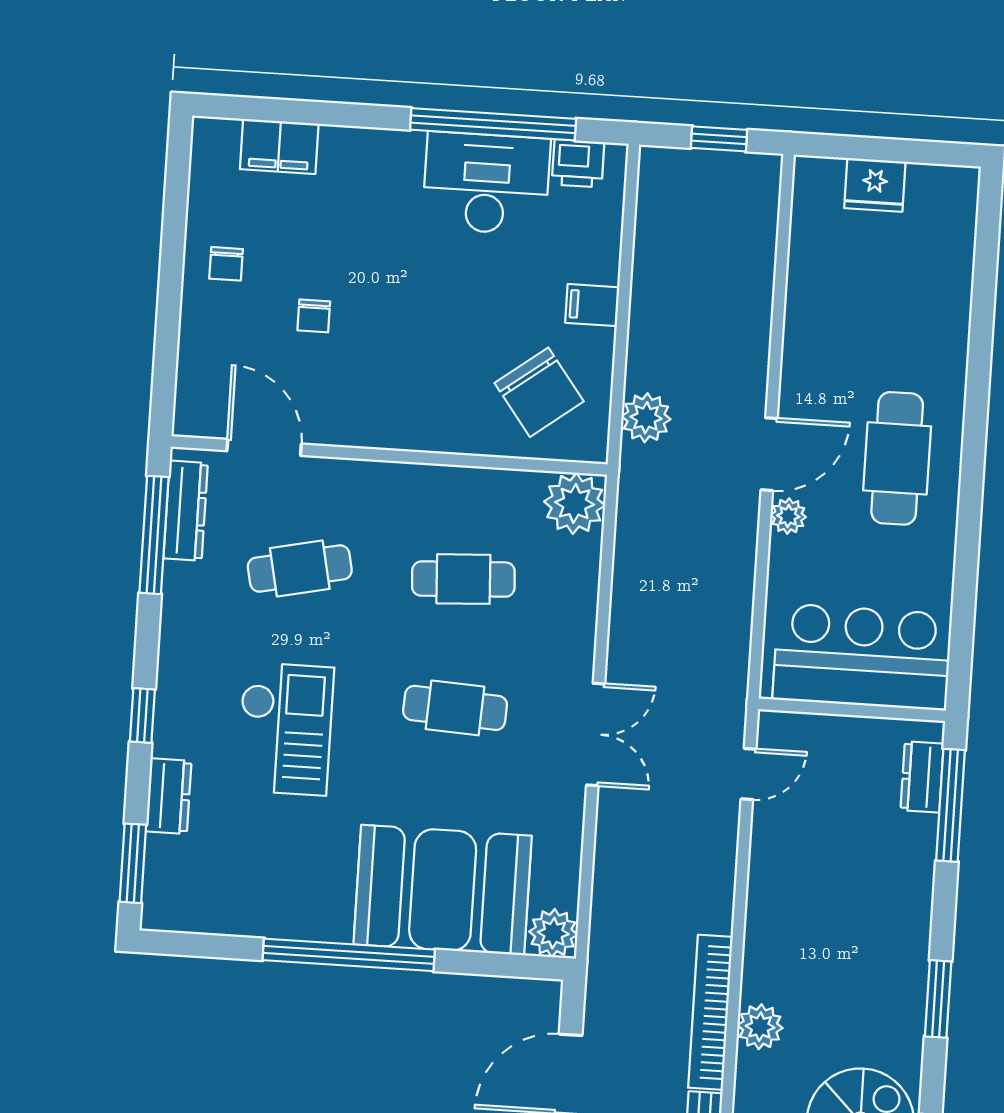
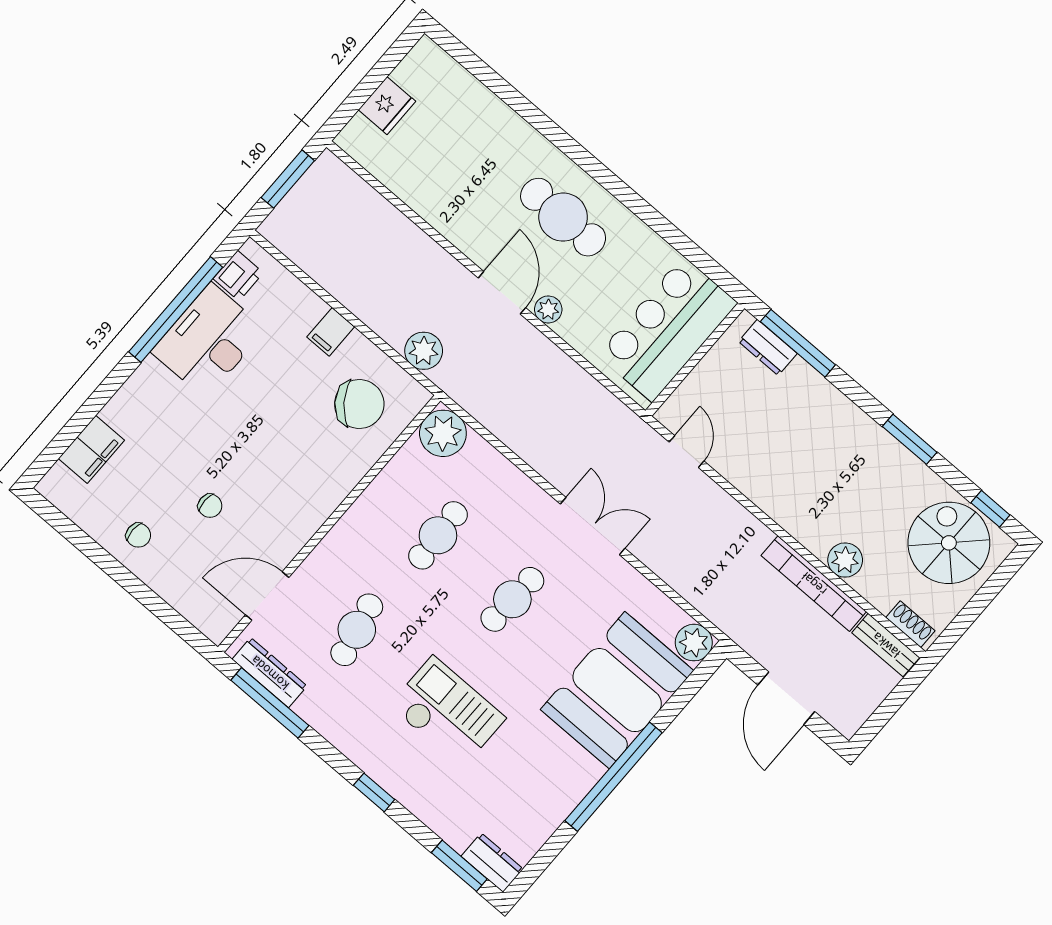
window: (719, 139) -> (288, 179), width x1.50
dresser: (169, 796) -> (492, 863), moved

